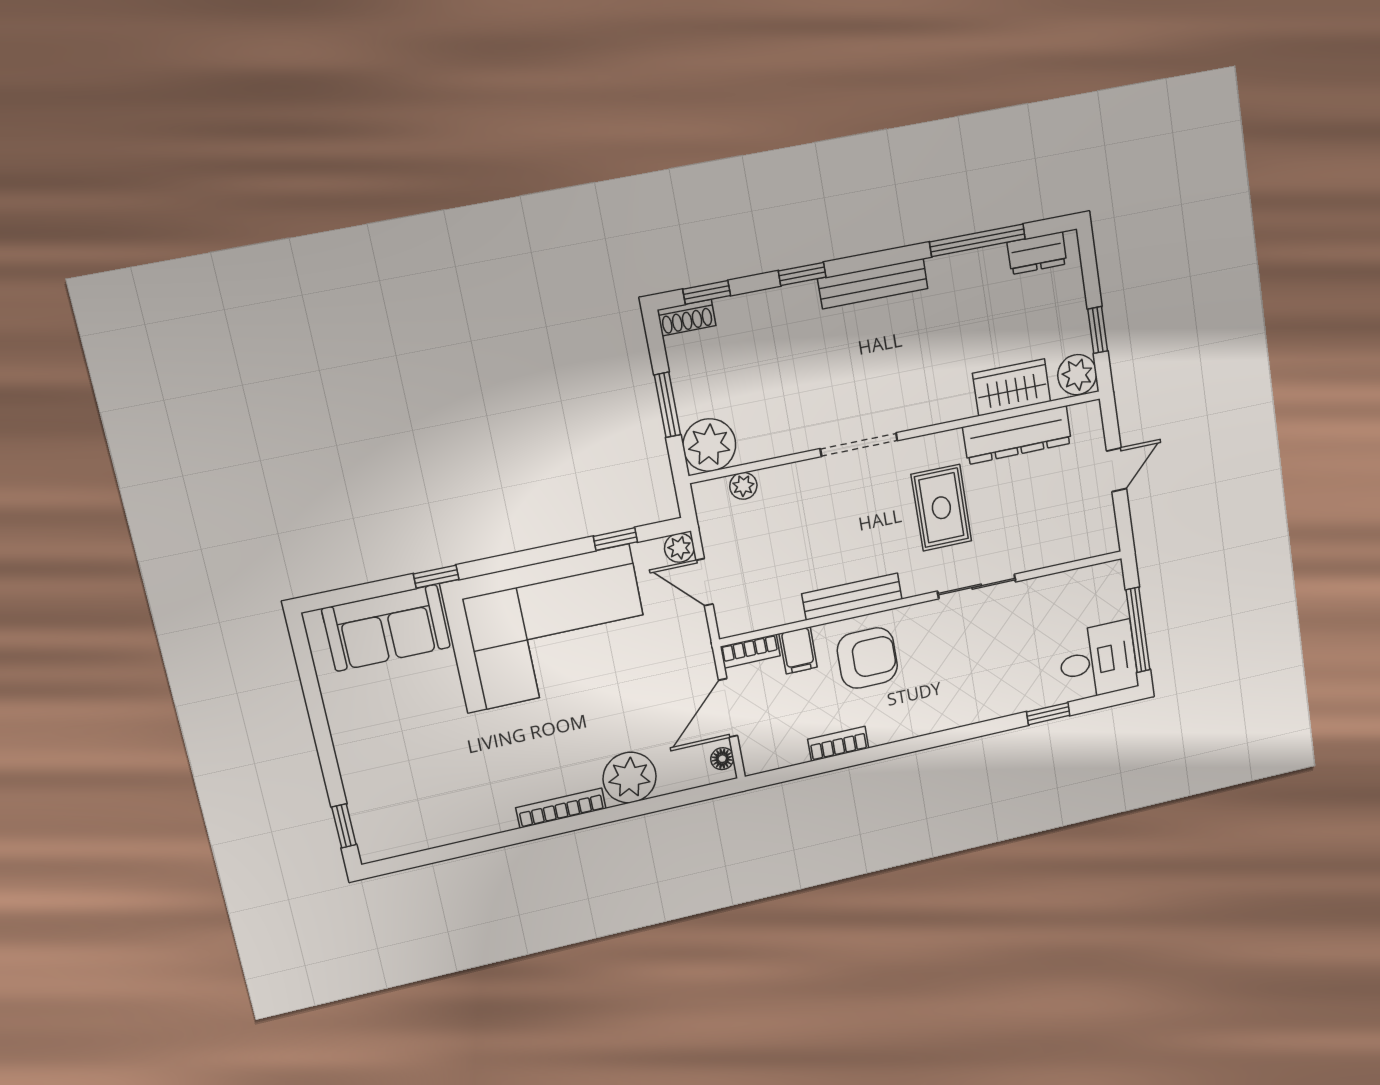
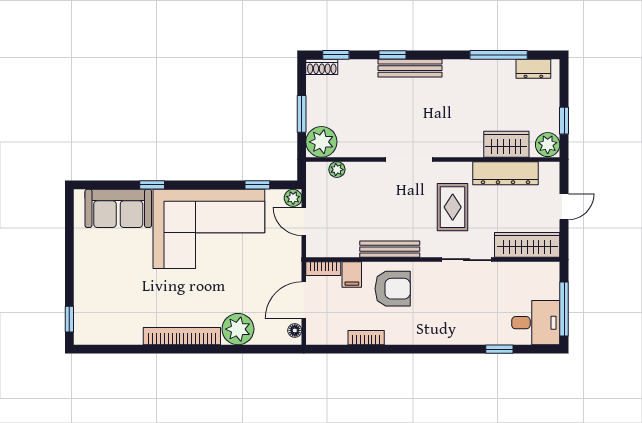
bench: (873, 284) -> (410, 68), moved
wardrobe: (1068, 543) -> (527, 245), added
bookcase: (561, 808) -> (182, 336), width x1.48, depth x1.31

